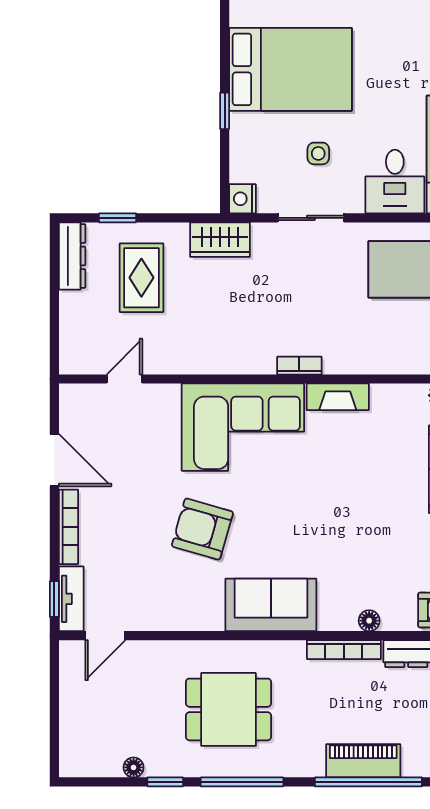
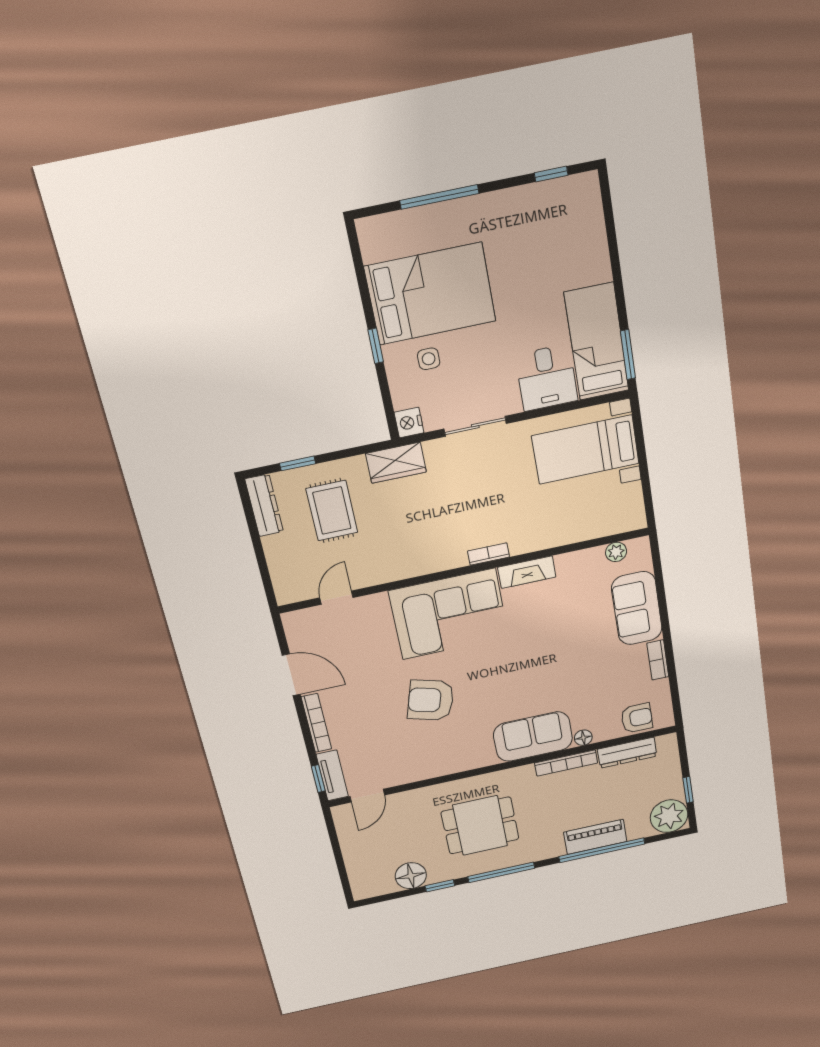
side table: (318, 153) -> (429, 359), moved
sofa: (271, 605) -> (533, 737), moved
floor lamp: (134, 767) -> (411, 876), width x1.89, depth x1.89

